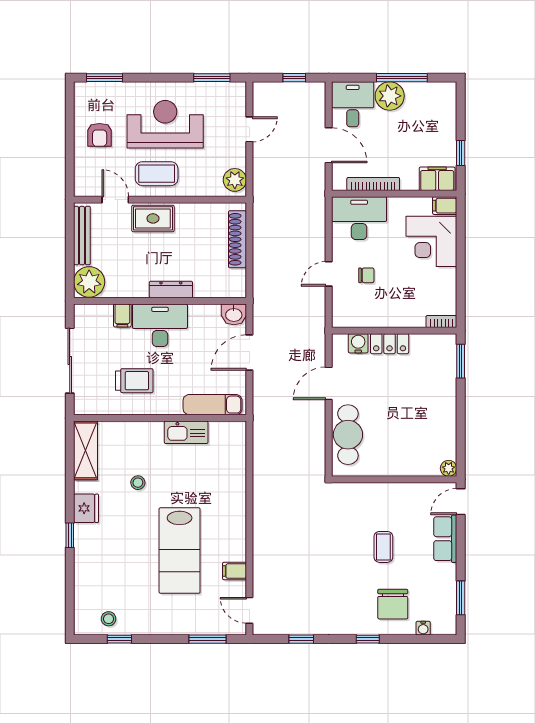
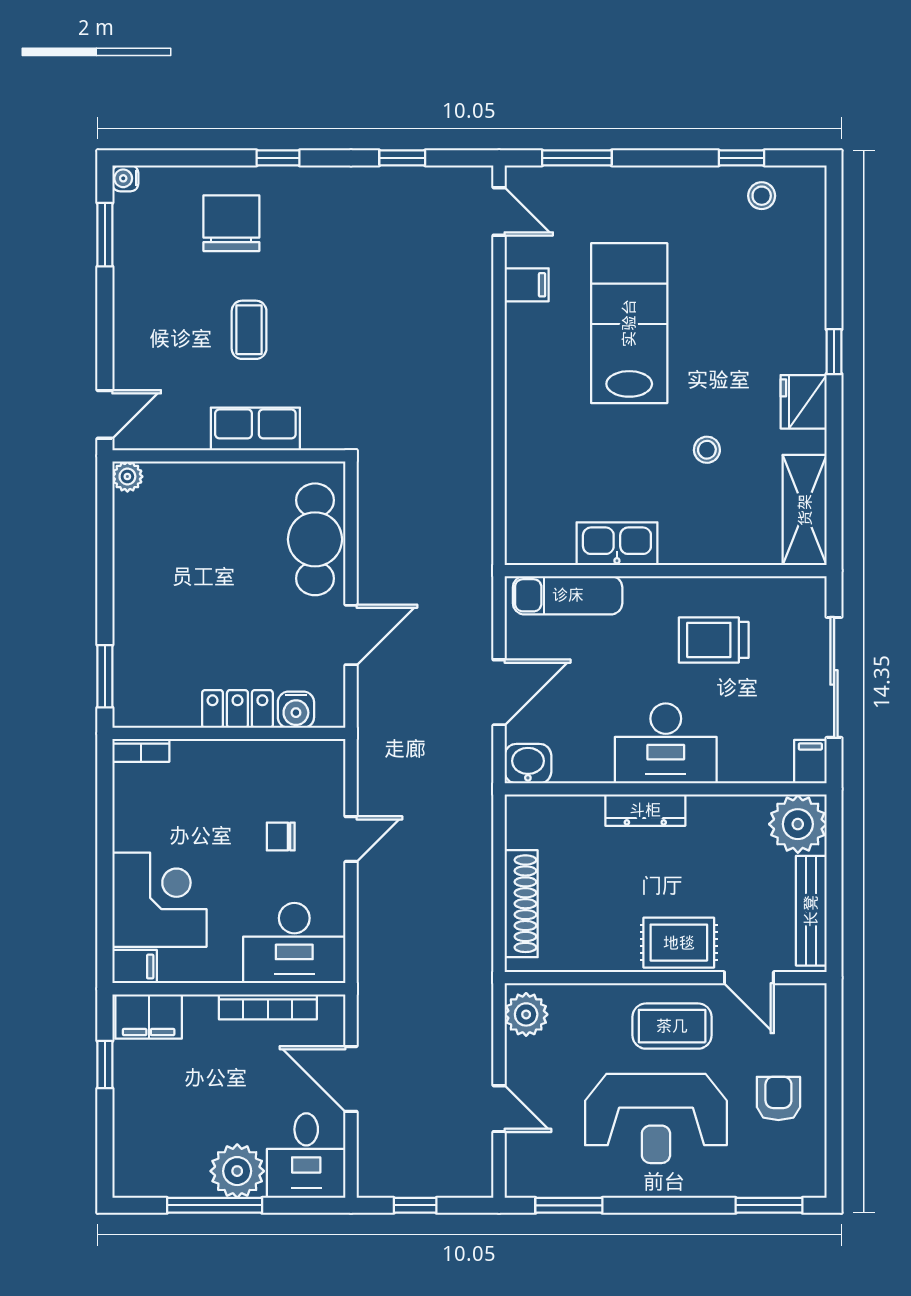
door: (249, 129) -> (499, 1109), swing flipped
filing cabinet: (122, 315) -> (810, 762), moved
row of seats: (445, 539) -> (255, 429), moved, turned -90
water cooler: (423, 628) -> (125, 178), moved, turned -90

